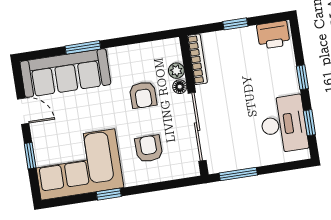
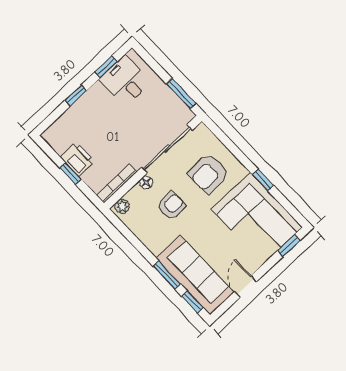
printer: (273, 35) -> (78, 159), moved
window: (43, 54) -> (192, 302), added
plant: (176, 71) -> (122, 206), moved
desk: (284, 124) -> (125, 81), width x0.73
armchair: (149, 149) -> (208, 174), width x1.38, depth x1.38
window: (30, 156) -> (289, 245), moved

